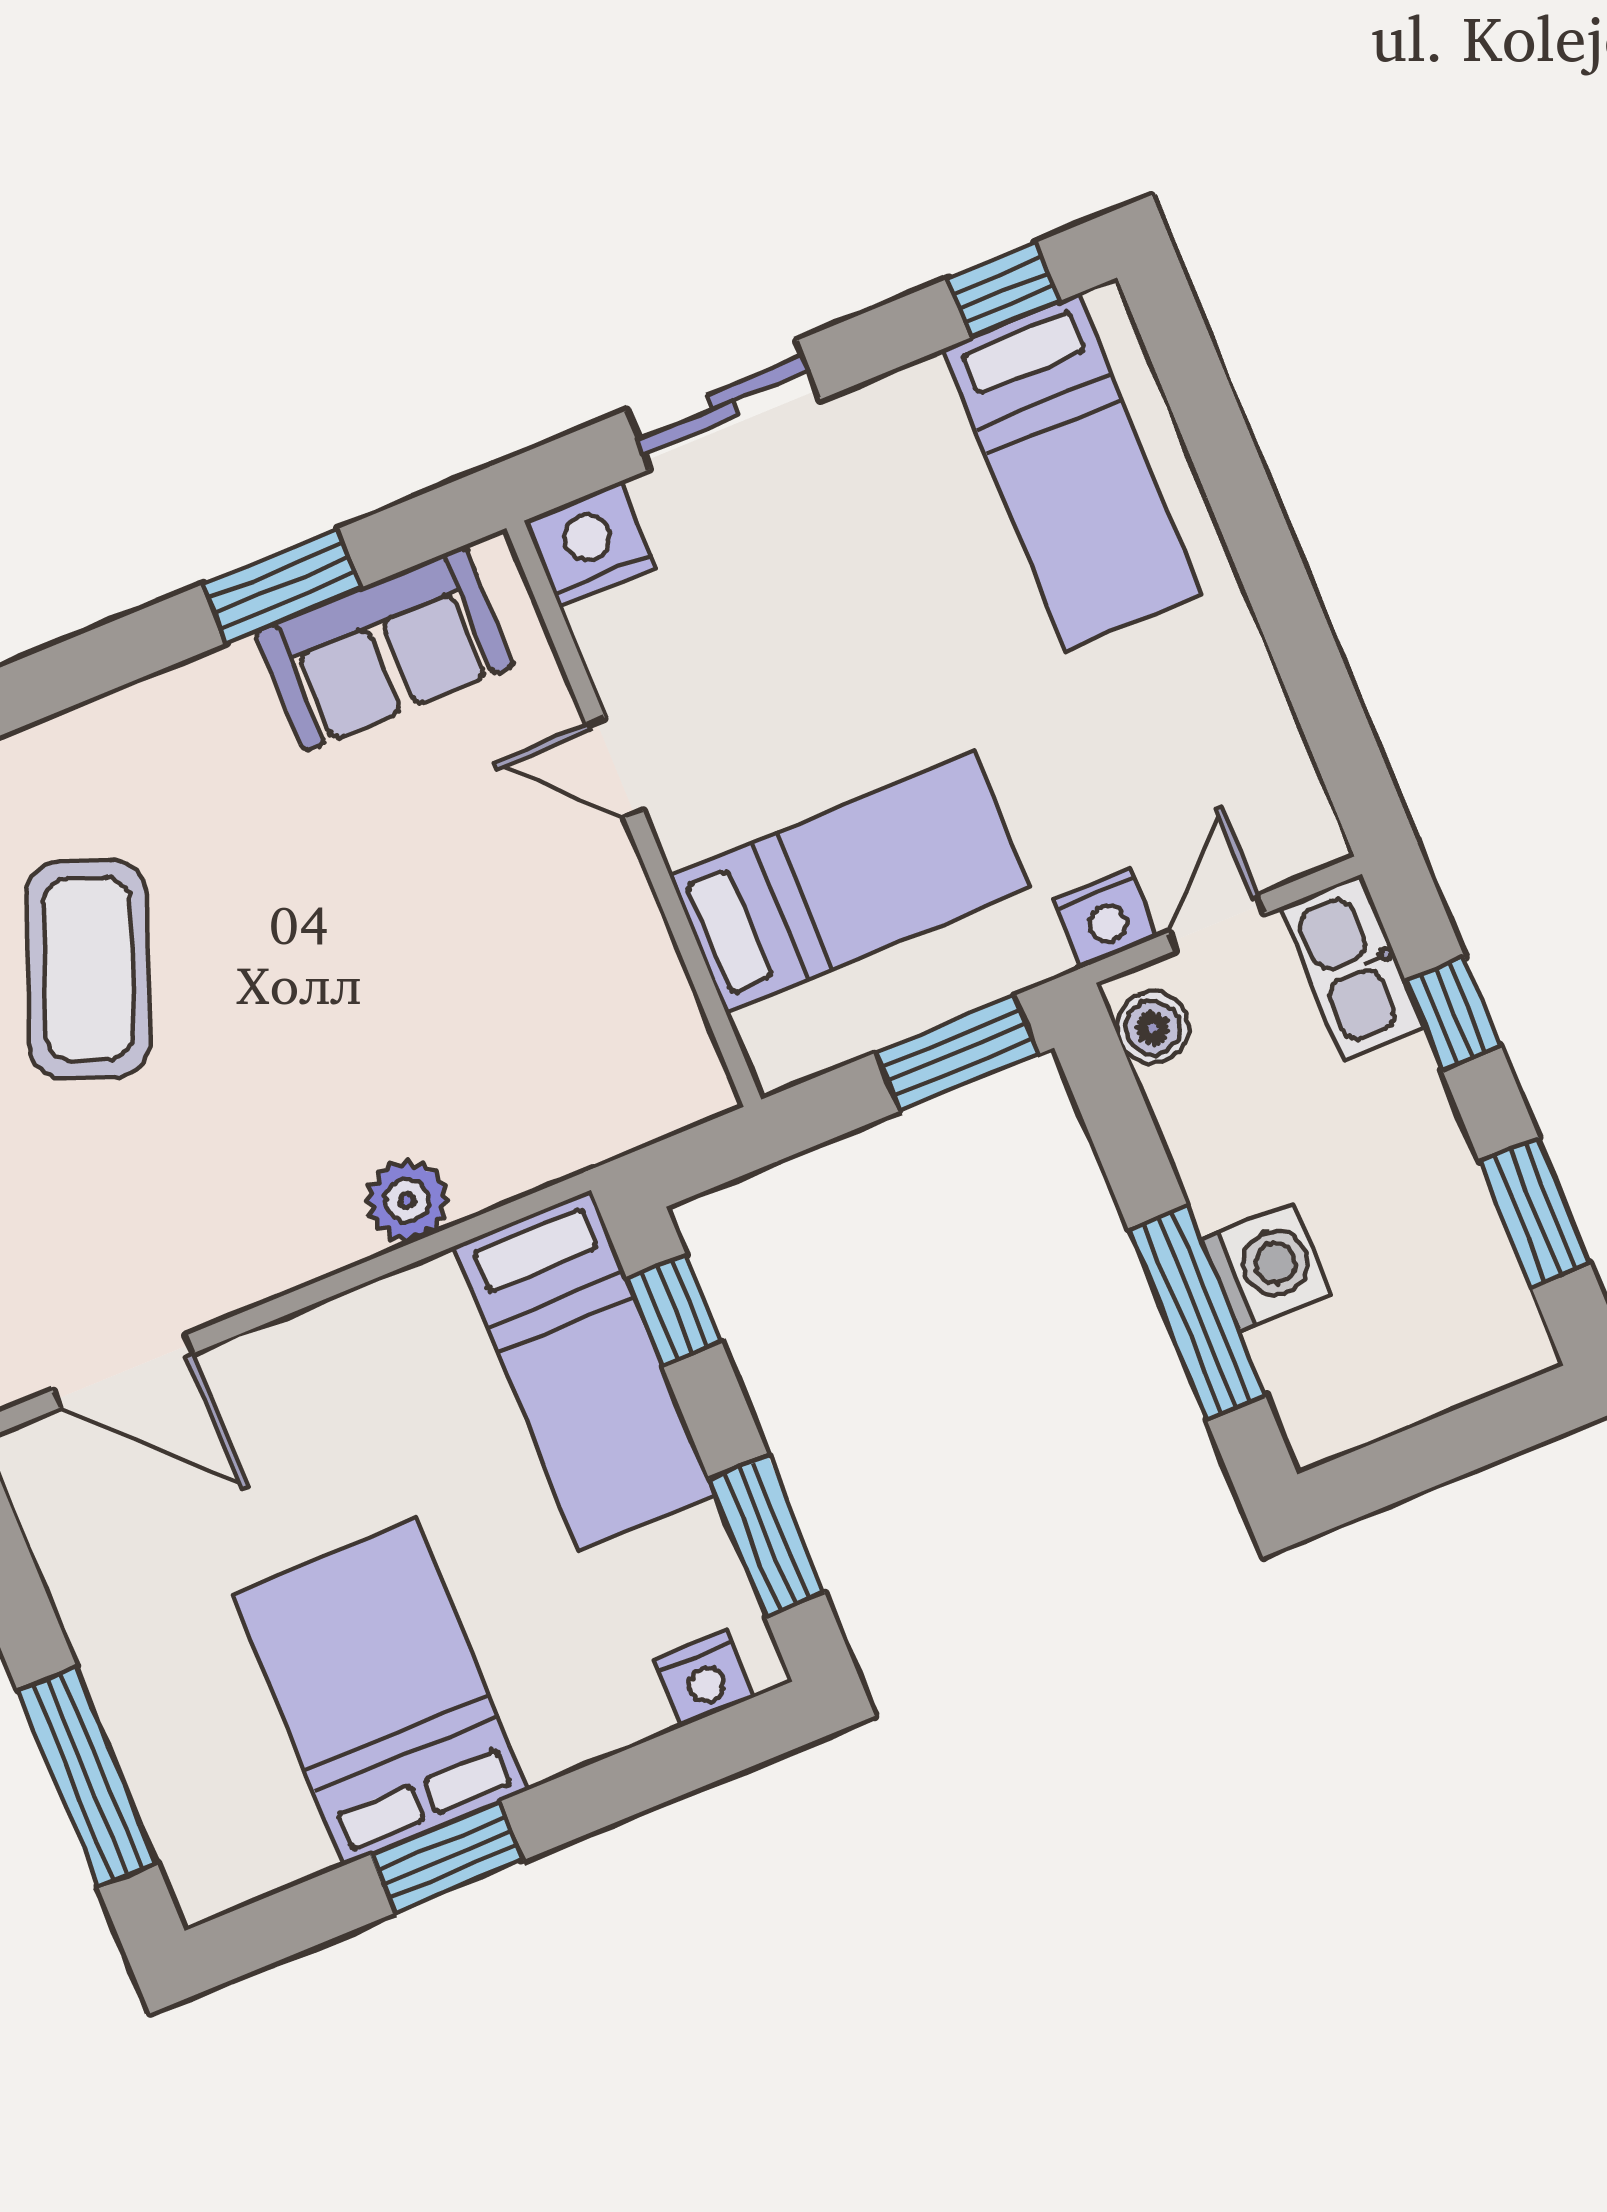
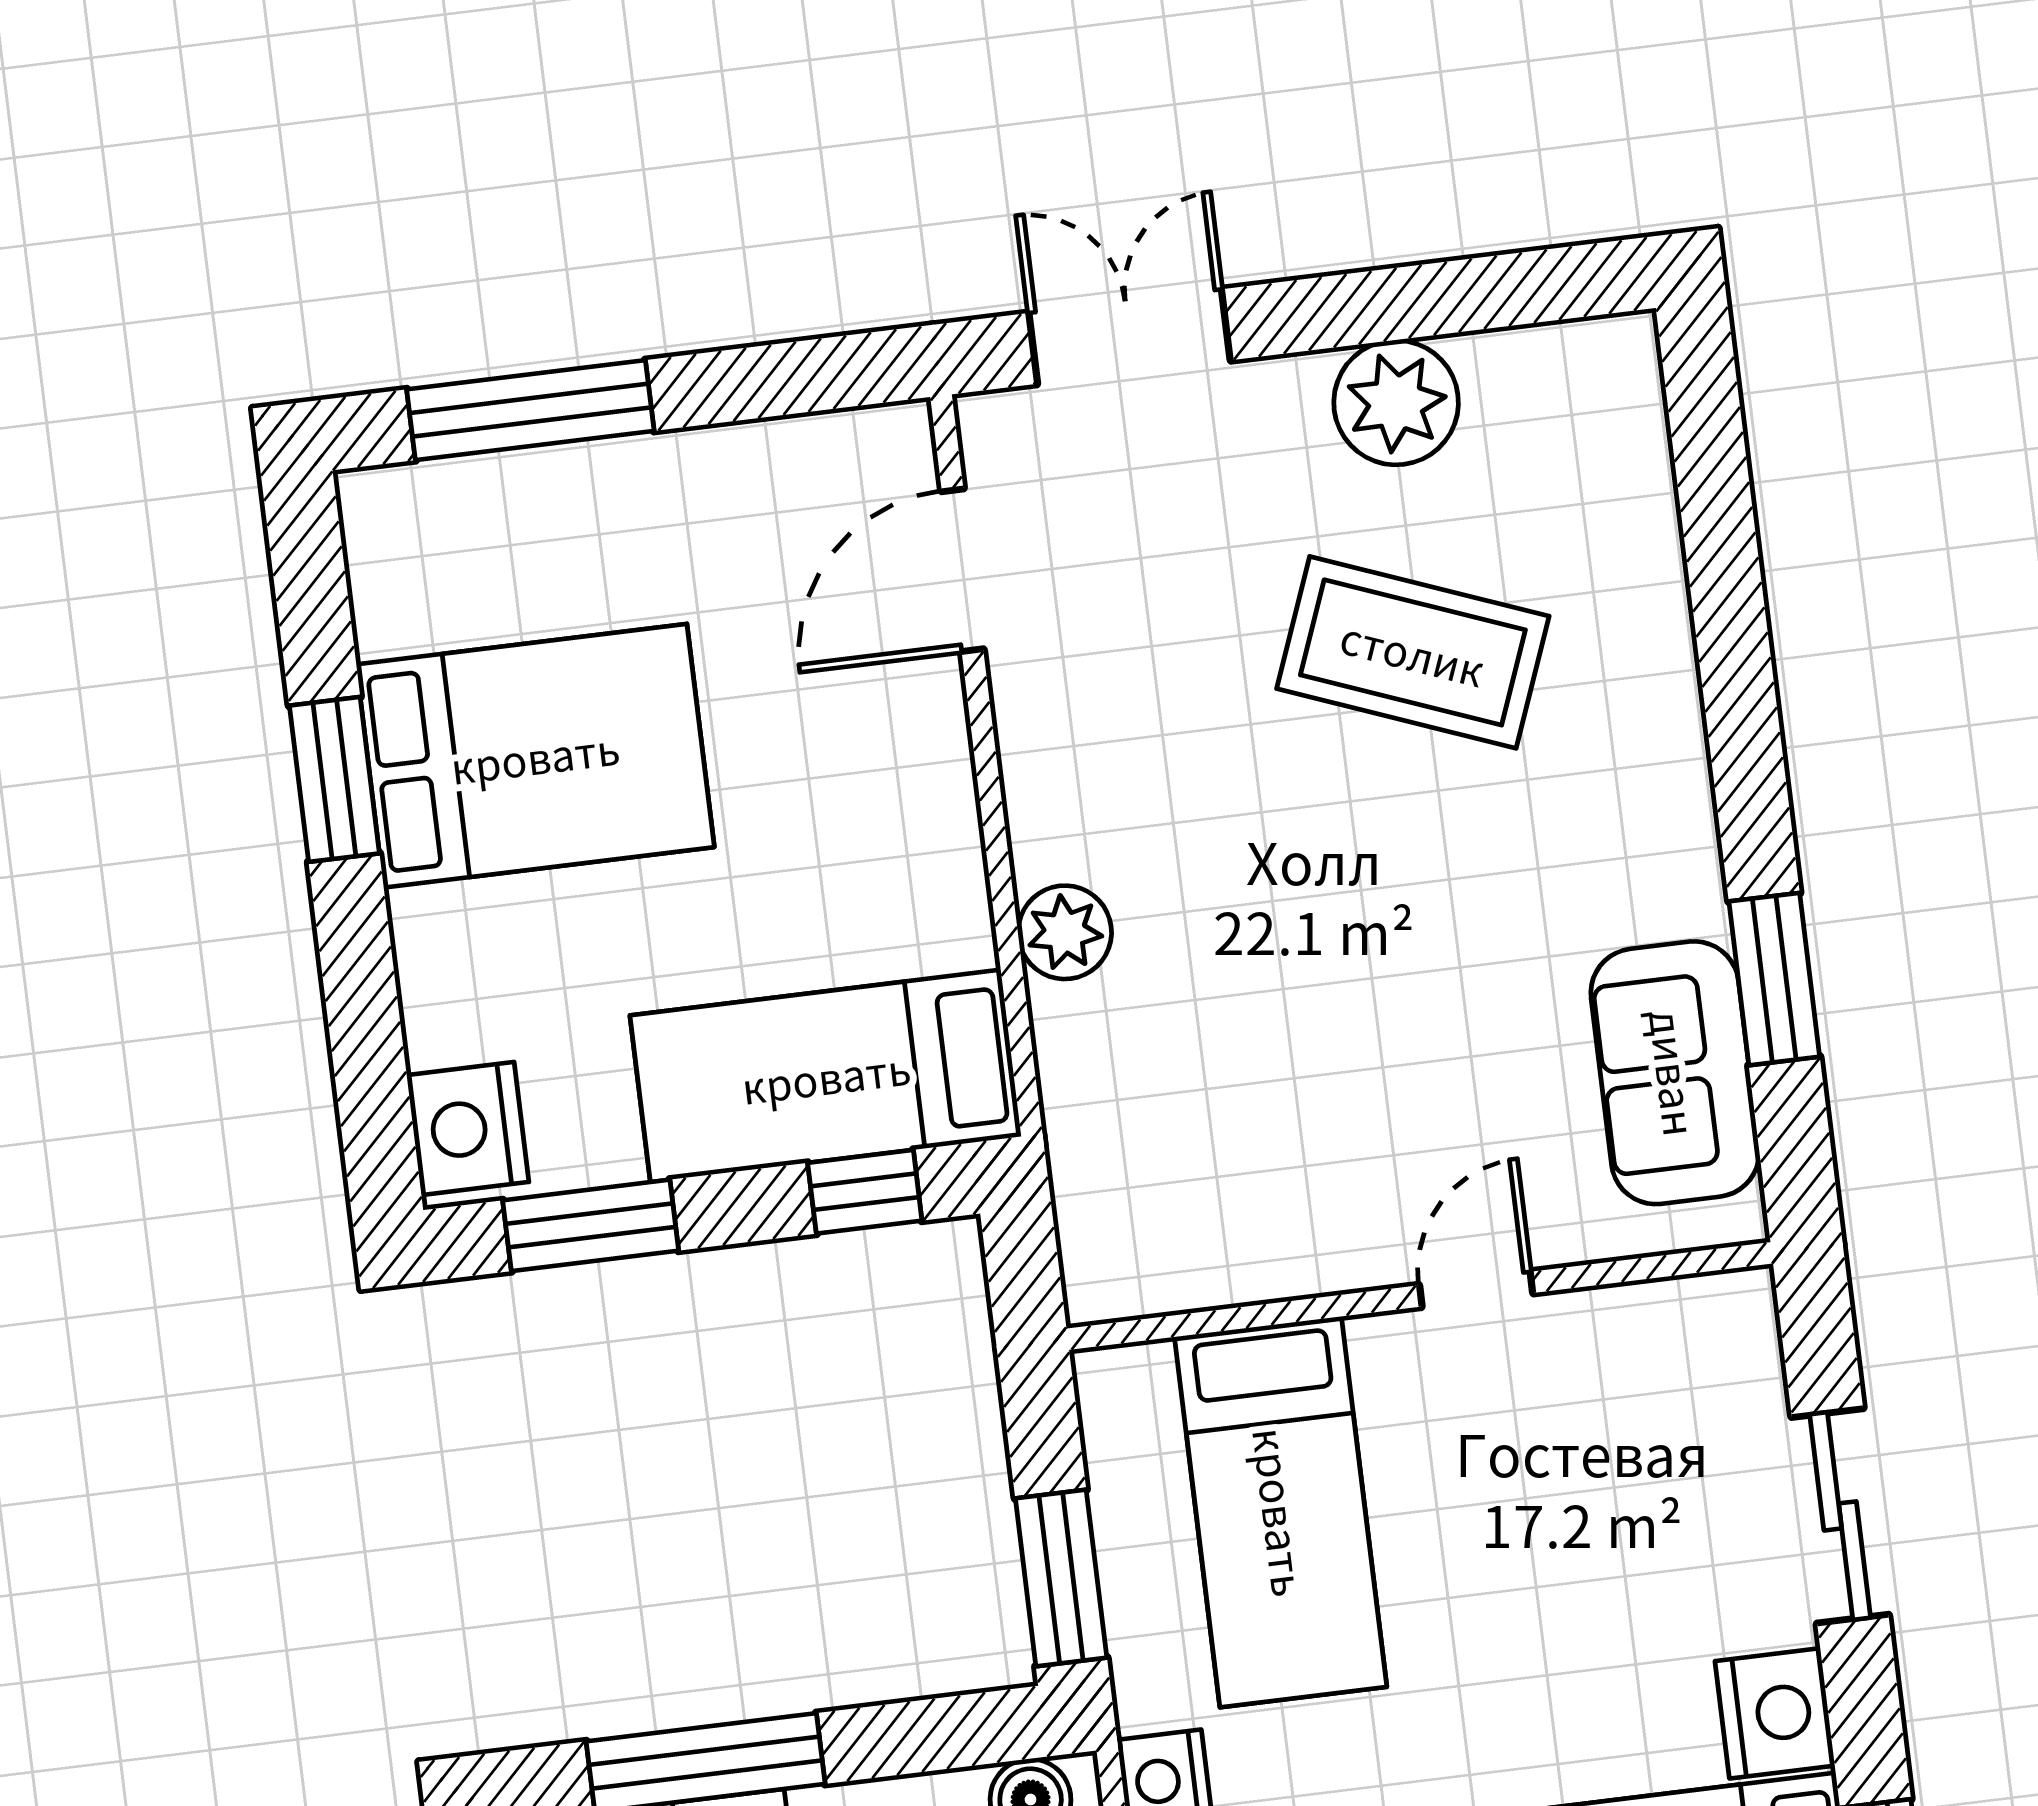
nightstand: (590, 544) -> (1775, 1713), moved
nightstand: (704, 1679) -> (468, 1129), width x1.36, depth x1.33

